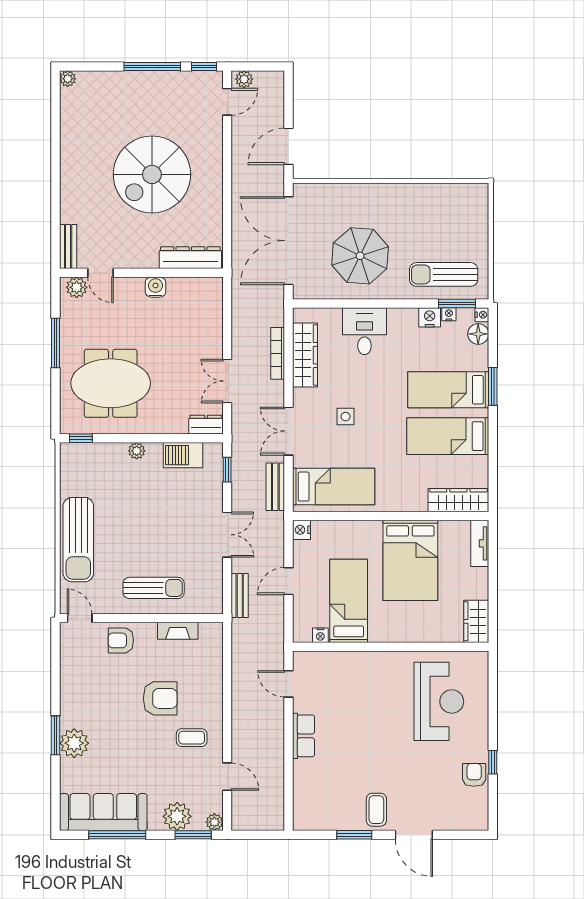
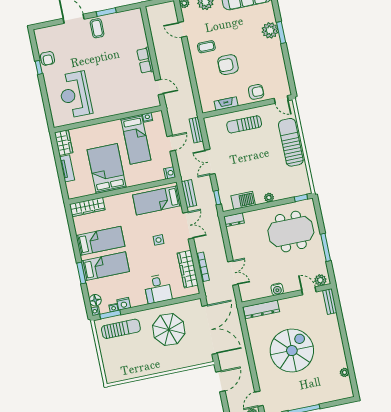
plant: (68, 79) -> (345, 372), moved
double door: (227, 381) -> (233, 273), moved
tv unit: (480, 543) -> (67, 168), moved

